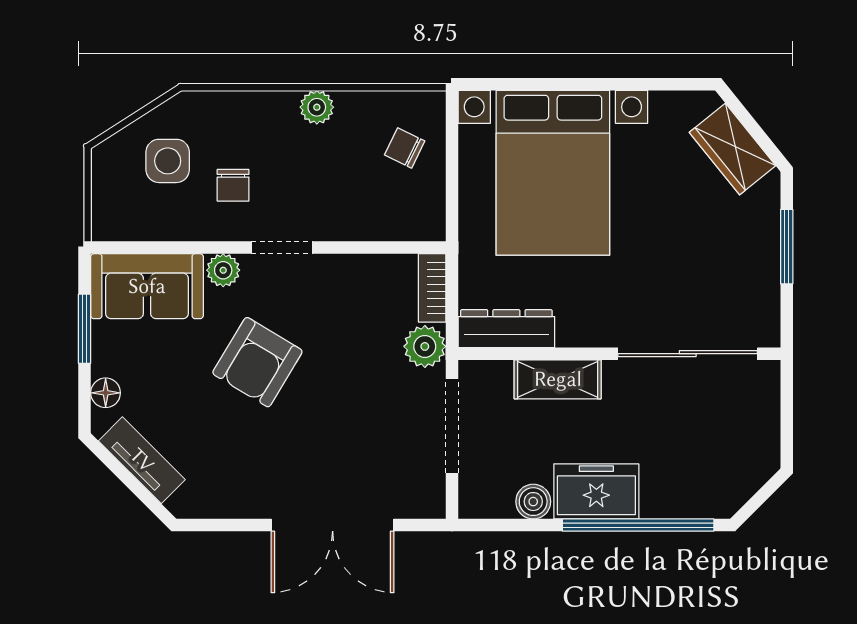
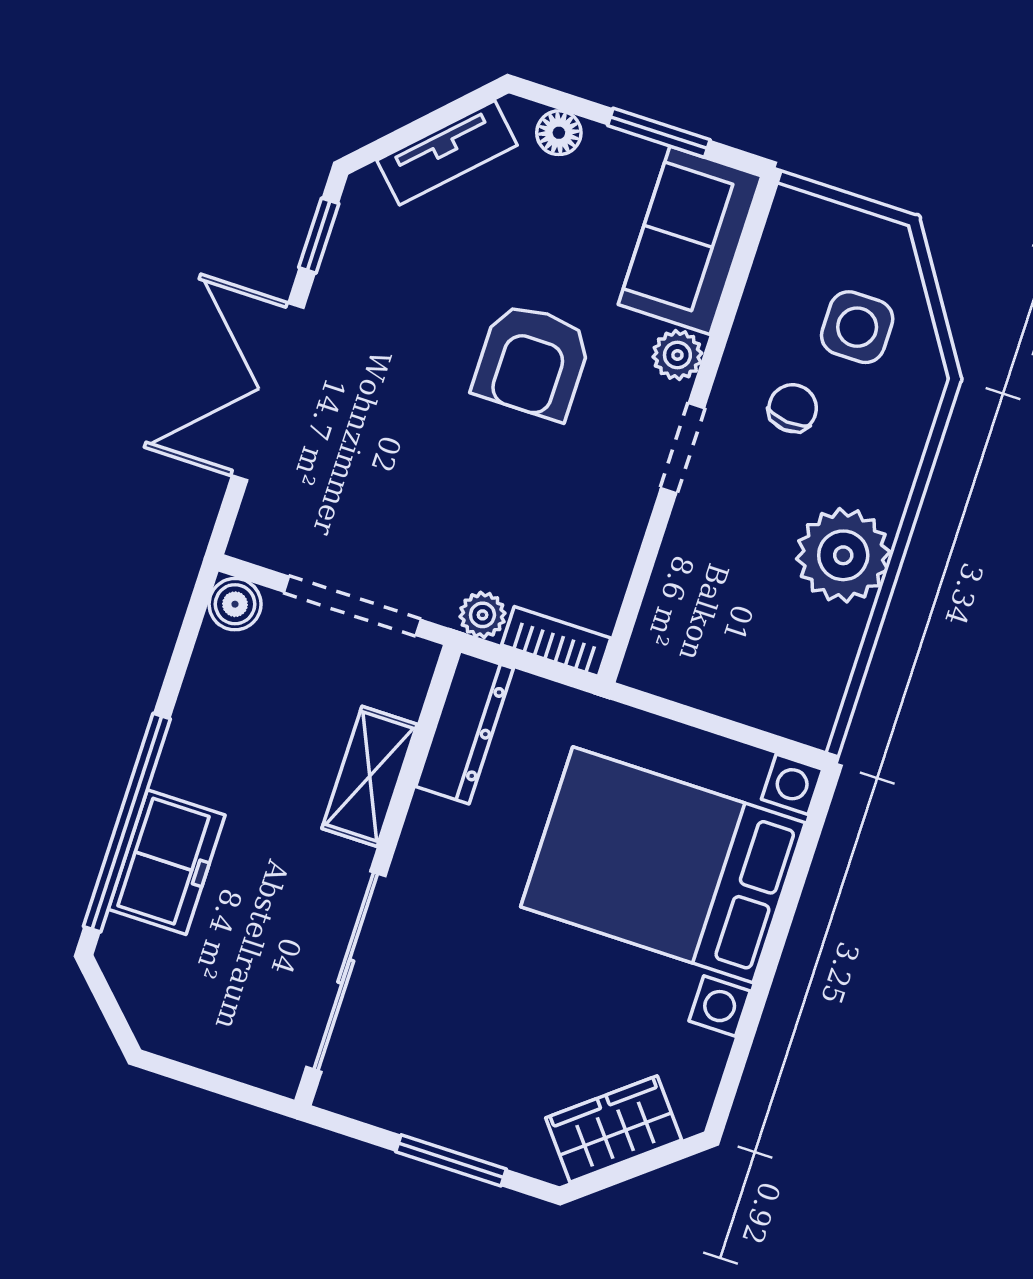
plant: (317, 107) -> (843, 555), width x1.88, depth x1.88
chair: (405, 148) -> (766, 667), removed
chair: (233, 185) -> (793, 408), turned 95
plant: (425, 346) -> (482, 615), width x0.73, depth x0.73
armchair: (257, 362) -> (532, 361), turned -121
freezer: (596, 491) -> (167, 862), moved
boiler: (533, 502) -> (235, 604), moved
window: (222, 525) -> (319, 236), added

